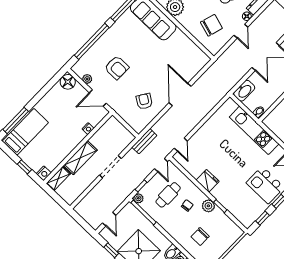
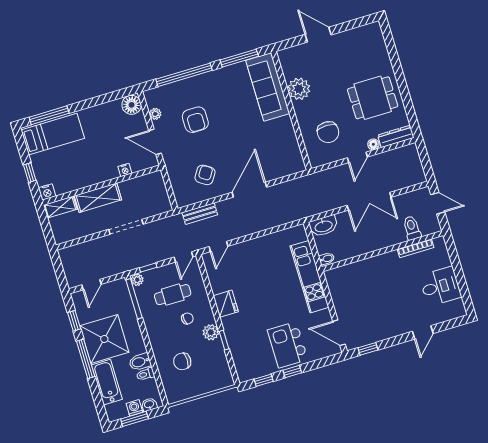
chair: (211, 25) -> (328, 132), turned 73
bench: (144, 141) -> (200, 214), moved

